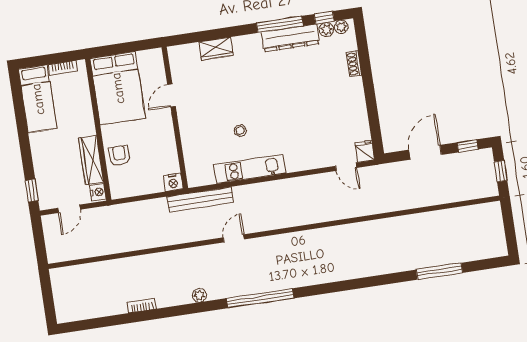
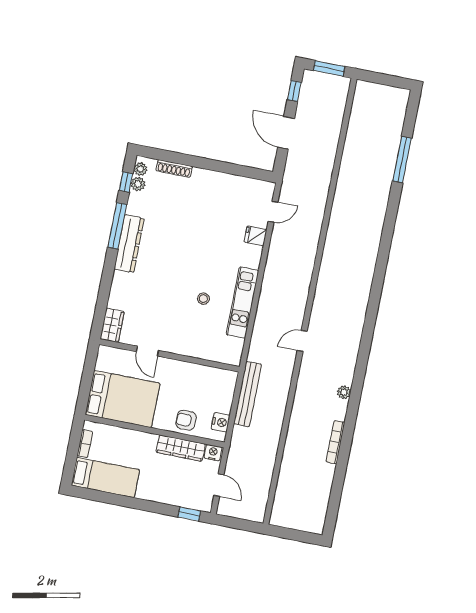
dresser: (291, 38) -> (129, 244), moved
wardrobe: (216, 48) -> (112, 325), moved
shoe rack: (354, 64) -> (174, 169), width x1.43
fridge: (365, 151) -> (255, 236), moved
window: (501, 171) -> (329, 68), width x1.50
nightstand: (173, 182) -> (221, 422), moved
bench: (200, 200) -> (248, 394), moved
door: (234, 238) -> (302, 341), hinge flipped
window: (260, 298) -> (367, 337), removed
bookcase: (142, 306) -> (335, 442), width x1.56

